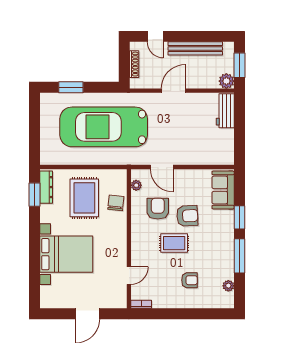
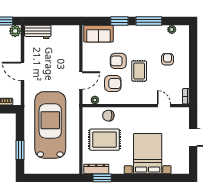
car: (104, 127) -> (50, 125), turned 180
armchair: (158, 209) -> (113, 84), turned 180
armchair: (187, 216) -> (118, 61), turned -87

